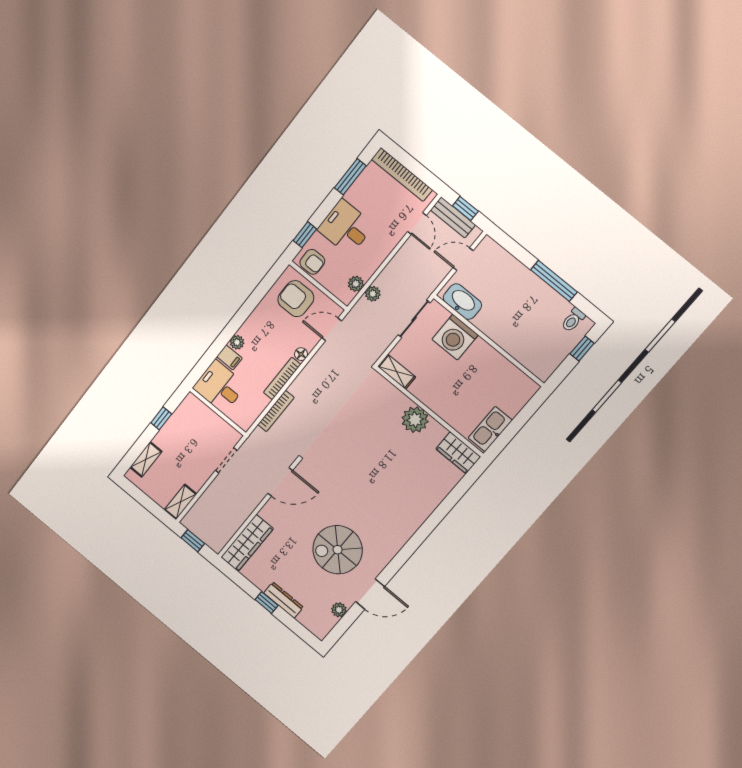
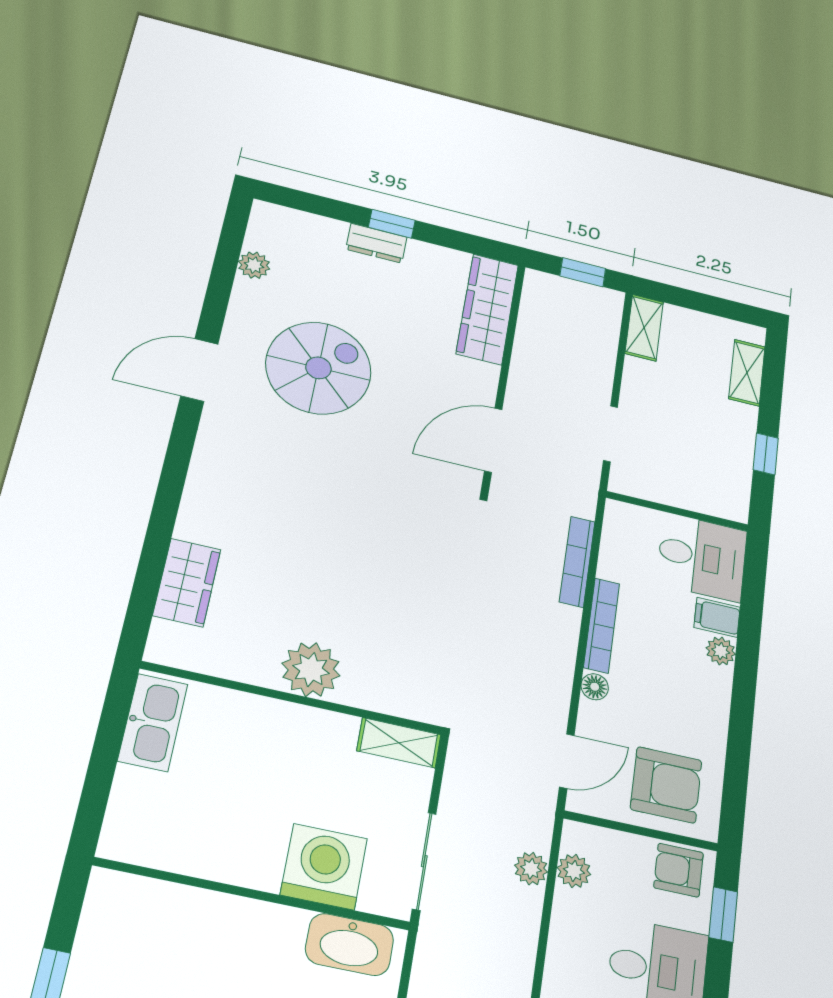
wardrobe: (458, 453) -> (187, 582), moved, turned 90
door: (370, 594) -> (199, 370), moved
dresser: (284, 600) -> (376, 243), width x0.70

